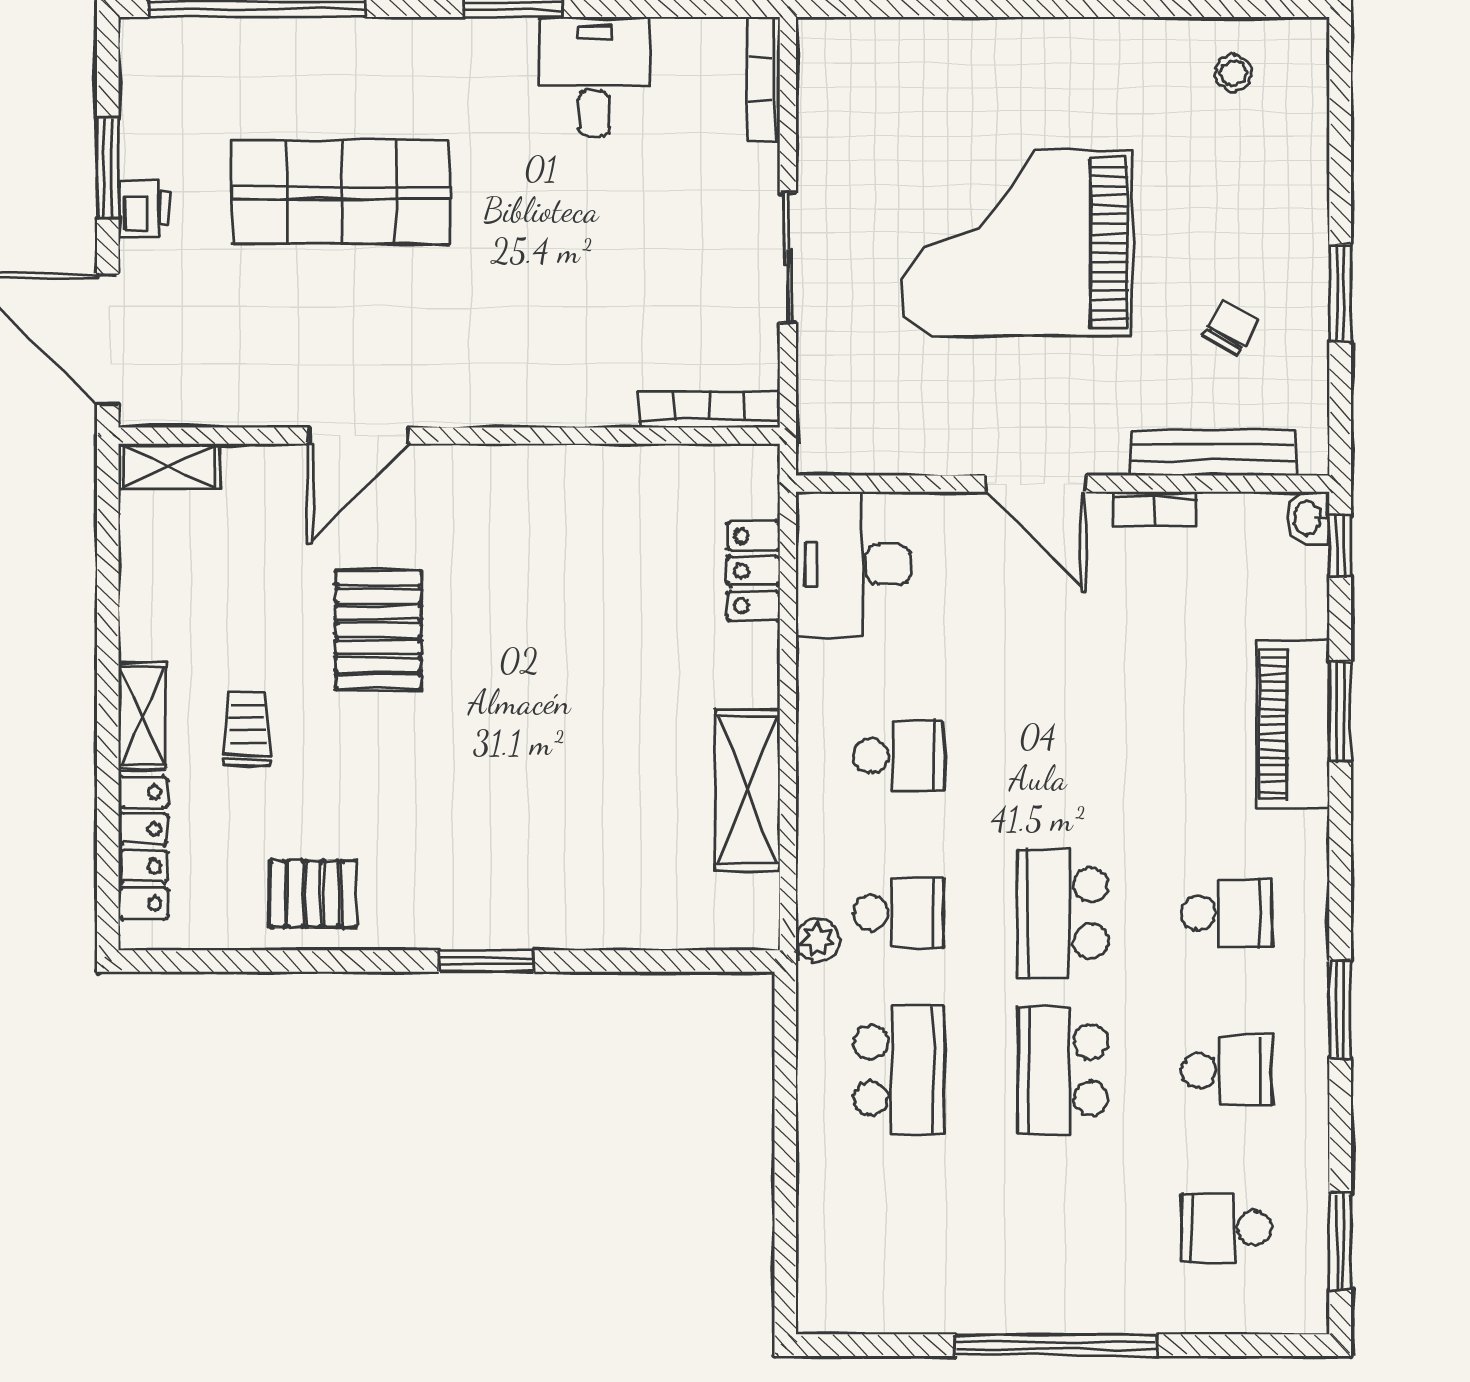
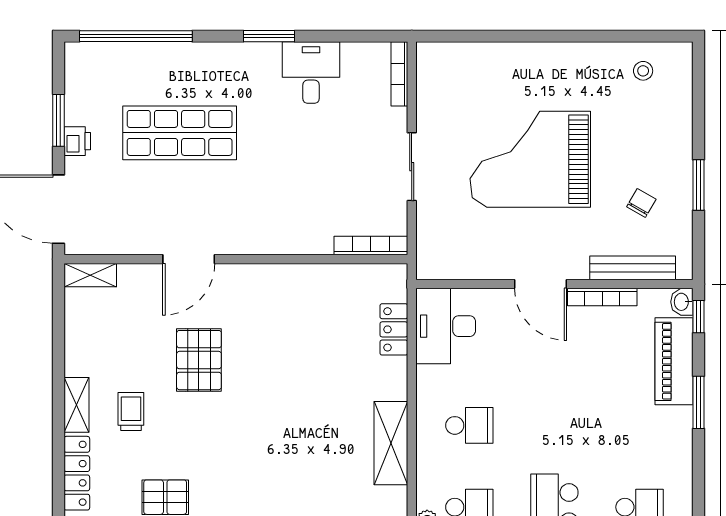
bookcase: (1155, 509) -> (602, 297), width x1.56
piano: (1293, 724) -> (674, 361), moved

